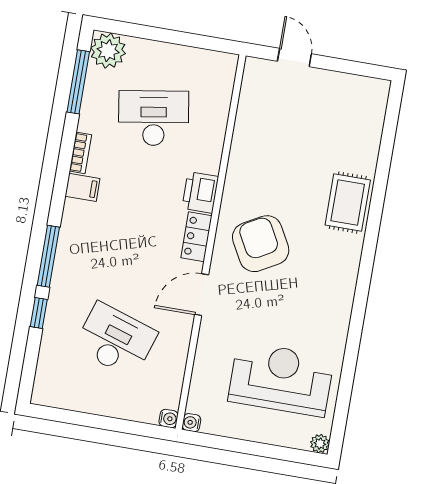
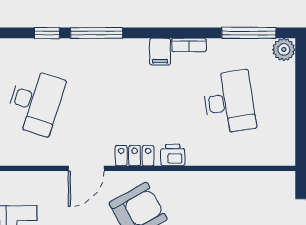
plant: (108, 51) -> (284, 50), width x0.73, depth x0.73
printer: (200, 192) -> (173, 155), width x0.73, depth x0.81
door: (202, 295) -> (86, 168), swing flipped

